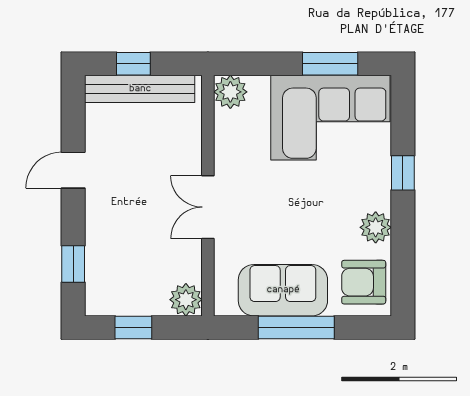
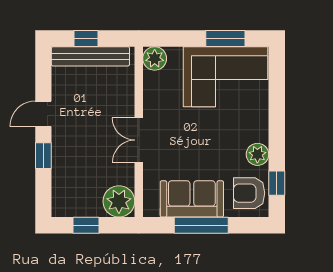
window: (403, 173) -> (277, 183), moved
window: (73, 264) -> (43, 156), moved
plant: (186, 300) -> (119, 201), width x1.36, depth x1.36

